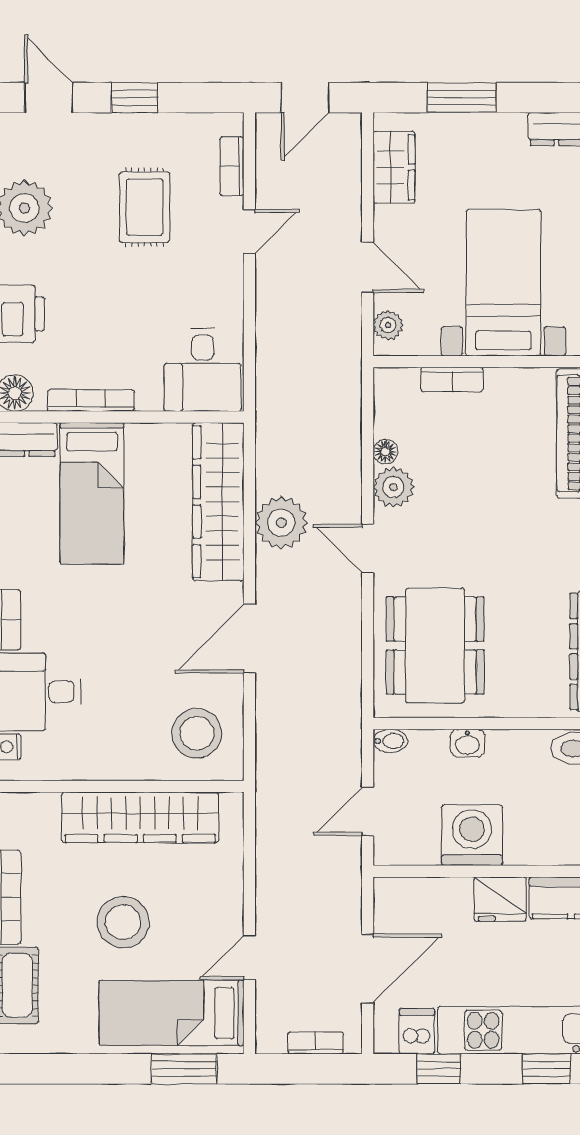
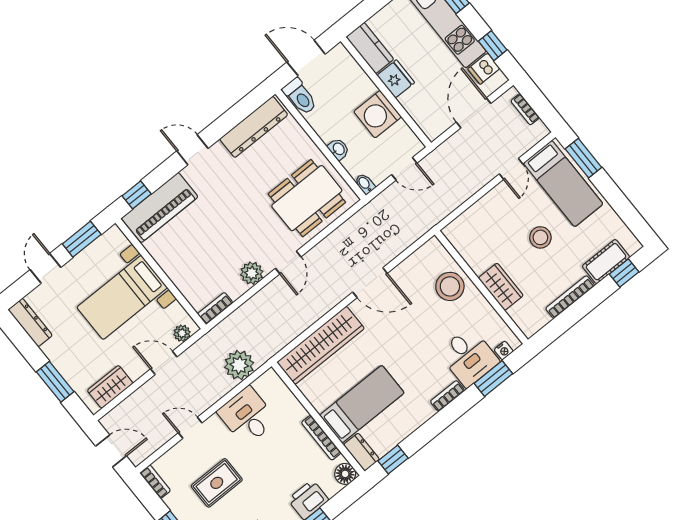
bookcase: (232, 166) -> (155, 482), moved, turned -90
door: (368, 267) -> (164, 363), hinge flipped
desk: (203, 370) -> (247, 416), moved, turned -90
bookcase: (452, 380) -> (215, 308), moved, turned -90
floor lamp: (385, 452) -> (239, 289), removed
plant: (281, 523) -> (239, 365), moved
stool: (197, 733) -> (450, 286), moved
wardrobe: (140, 817) -> (501, 287), width x0.48, depth x0.85
stool: (123, 922) -> (540, 237), width x0.73, depth x0.73
door: (249, 958) -> (511, 169), hinge flipped
door: (368, 969) -> (474, 113), hinge flipped

